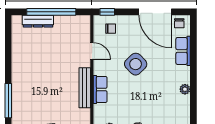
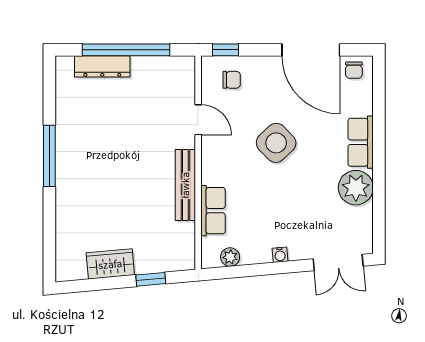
row of seats: (183, 51) -> (361, 142), moved
row of seats: (100, 89) -> (213, 211), moved
plant: (185, 89) -> (356, 188), width x1.88, depth x1.88
window: (8, 101) -> (49, 156), moved

